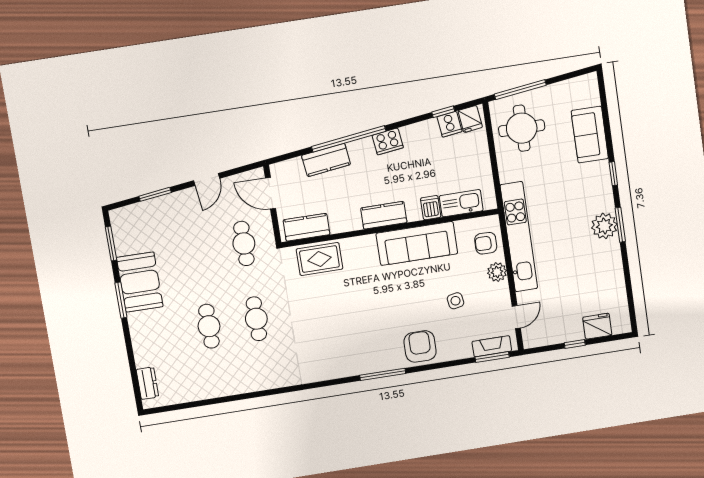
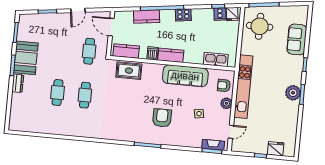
dishwasher: (431, 208) -> (152, 53), moved
armchair: (420, 346) -> (162, 118), moved
dresser: (147, 383) -> (18, 83), moved

